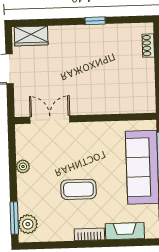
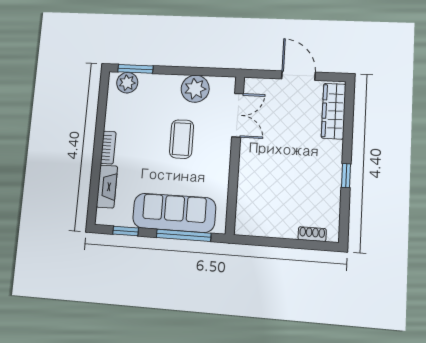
wardrobe: (31, 36) -> (334, 111), width x1.50
plant: (23, 166) -> (195, 89), width x1.88, depth x1.88
coffee table: (78, 189) -> (182, 139), moved

